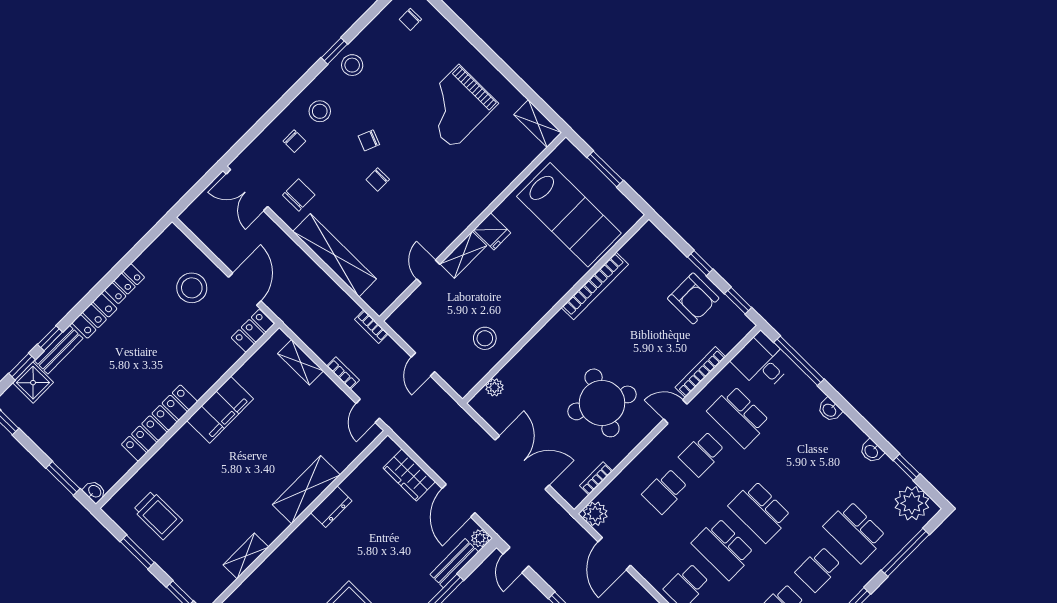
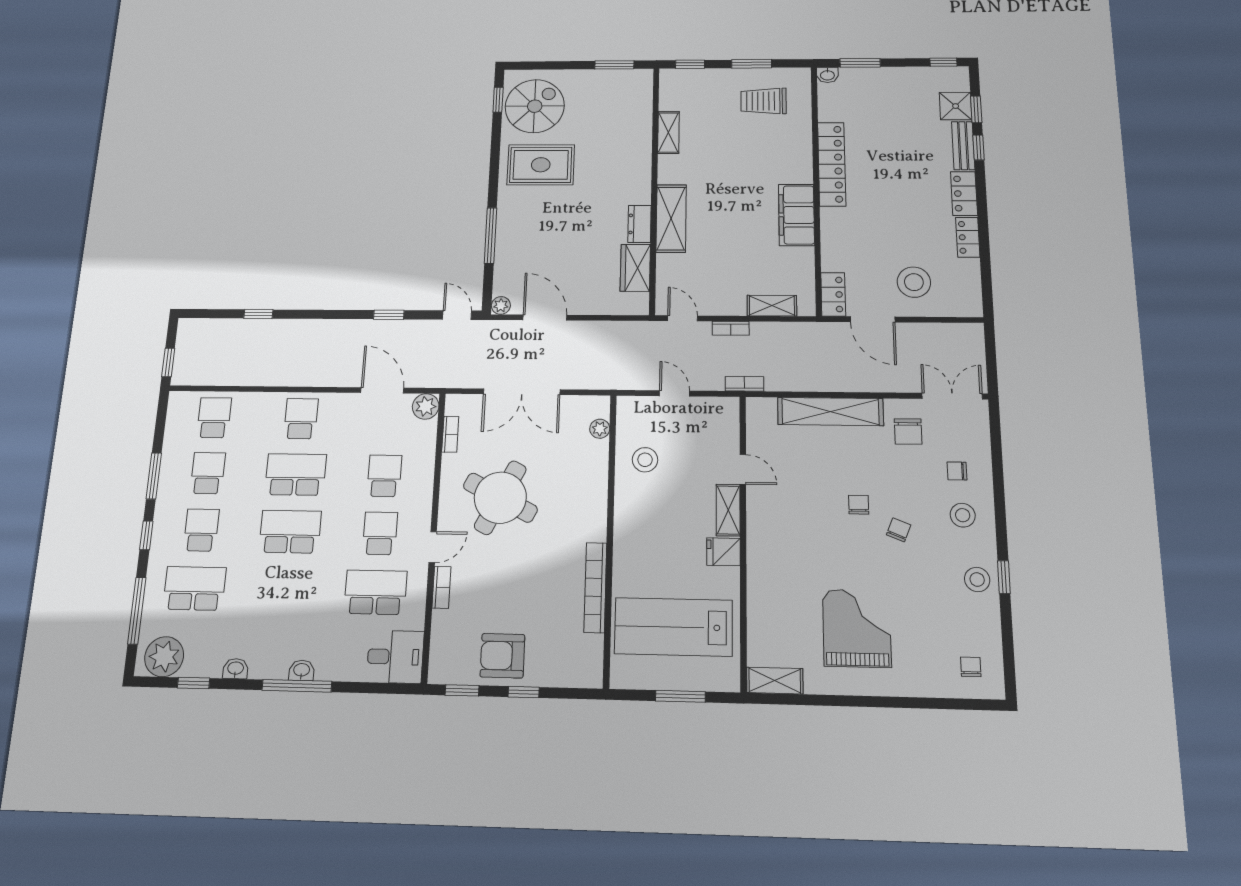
window: (799, 361) -> (297, 686), moved
bookcase: (700, 372) -> (441, 587), width x0.64
wardrobe: (409, 475) -> (635, 268), moved, turned -90
bench: (454, 563) -> (504, 270), removed

